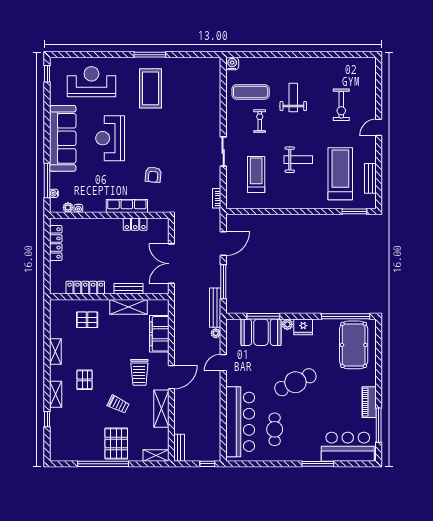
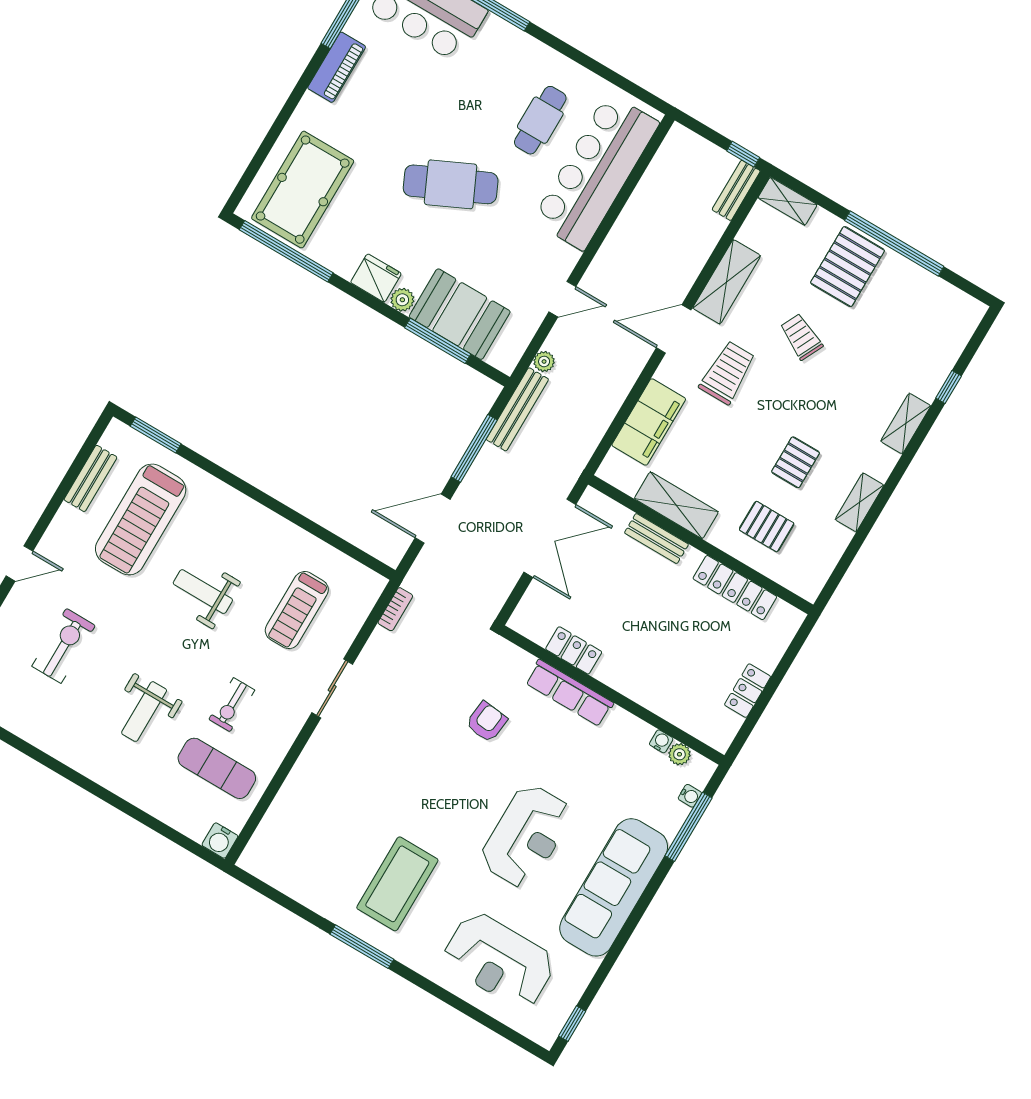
locker: (56, 243) -> (748, 691), width x0.66
pallet: (85, 380) -> (796, 462), moved
window: (207, 464) -> (743, 154), moved

